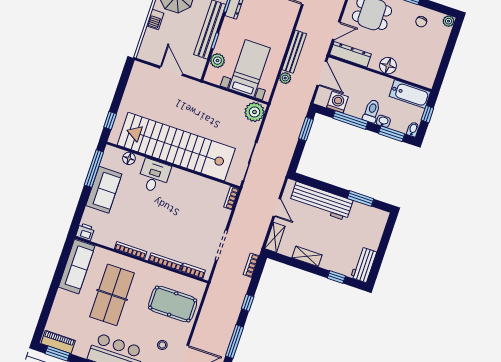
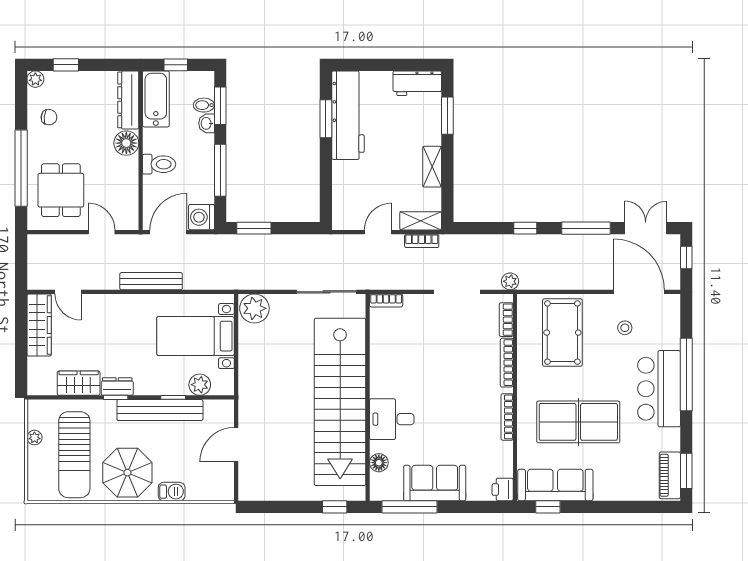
window: (451, 44) -> (66, 65), added
dresser: (351, 54) -> (128, 100), moved
plant: (285, 78) -> (510, 281), moved
washing machine: (337, 102) -> (201, 217), moved
toilet: (372, 111) -> (159, 164), moved, turned 180
bidet: (413, 129) -> (204, 105), moved
workbench: (321, 201) -> (348, 115), moved
window: (64, 257) -> (548, 507), added
bookcase: (251, 265) -> (422, 241), moved
window: (336, 277) -> (447, 116), width x1.50

